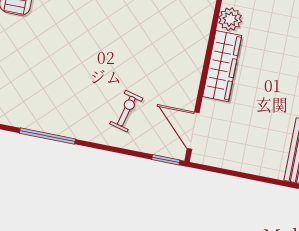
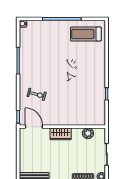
wardrobe: (222, 66) -> (61, 134), width x0.67
door: (193, 131) -> (34, 127), hinge flipped

